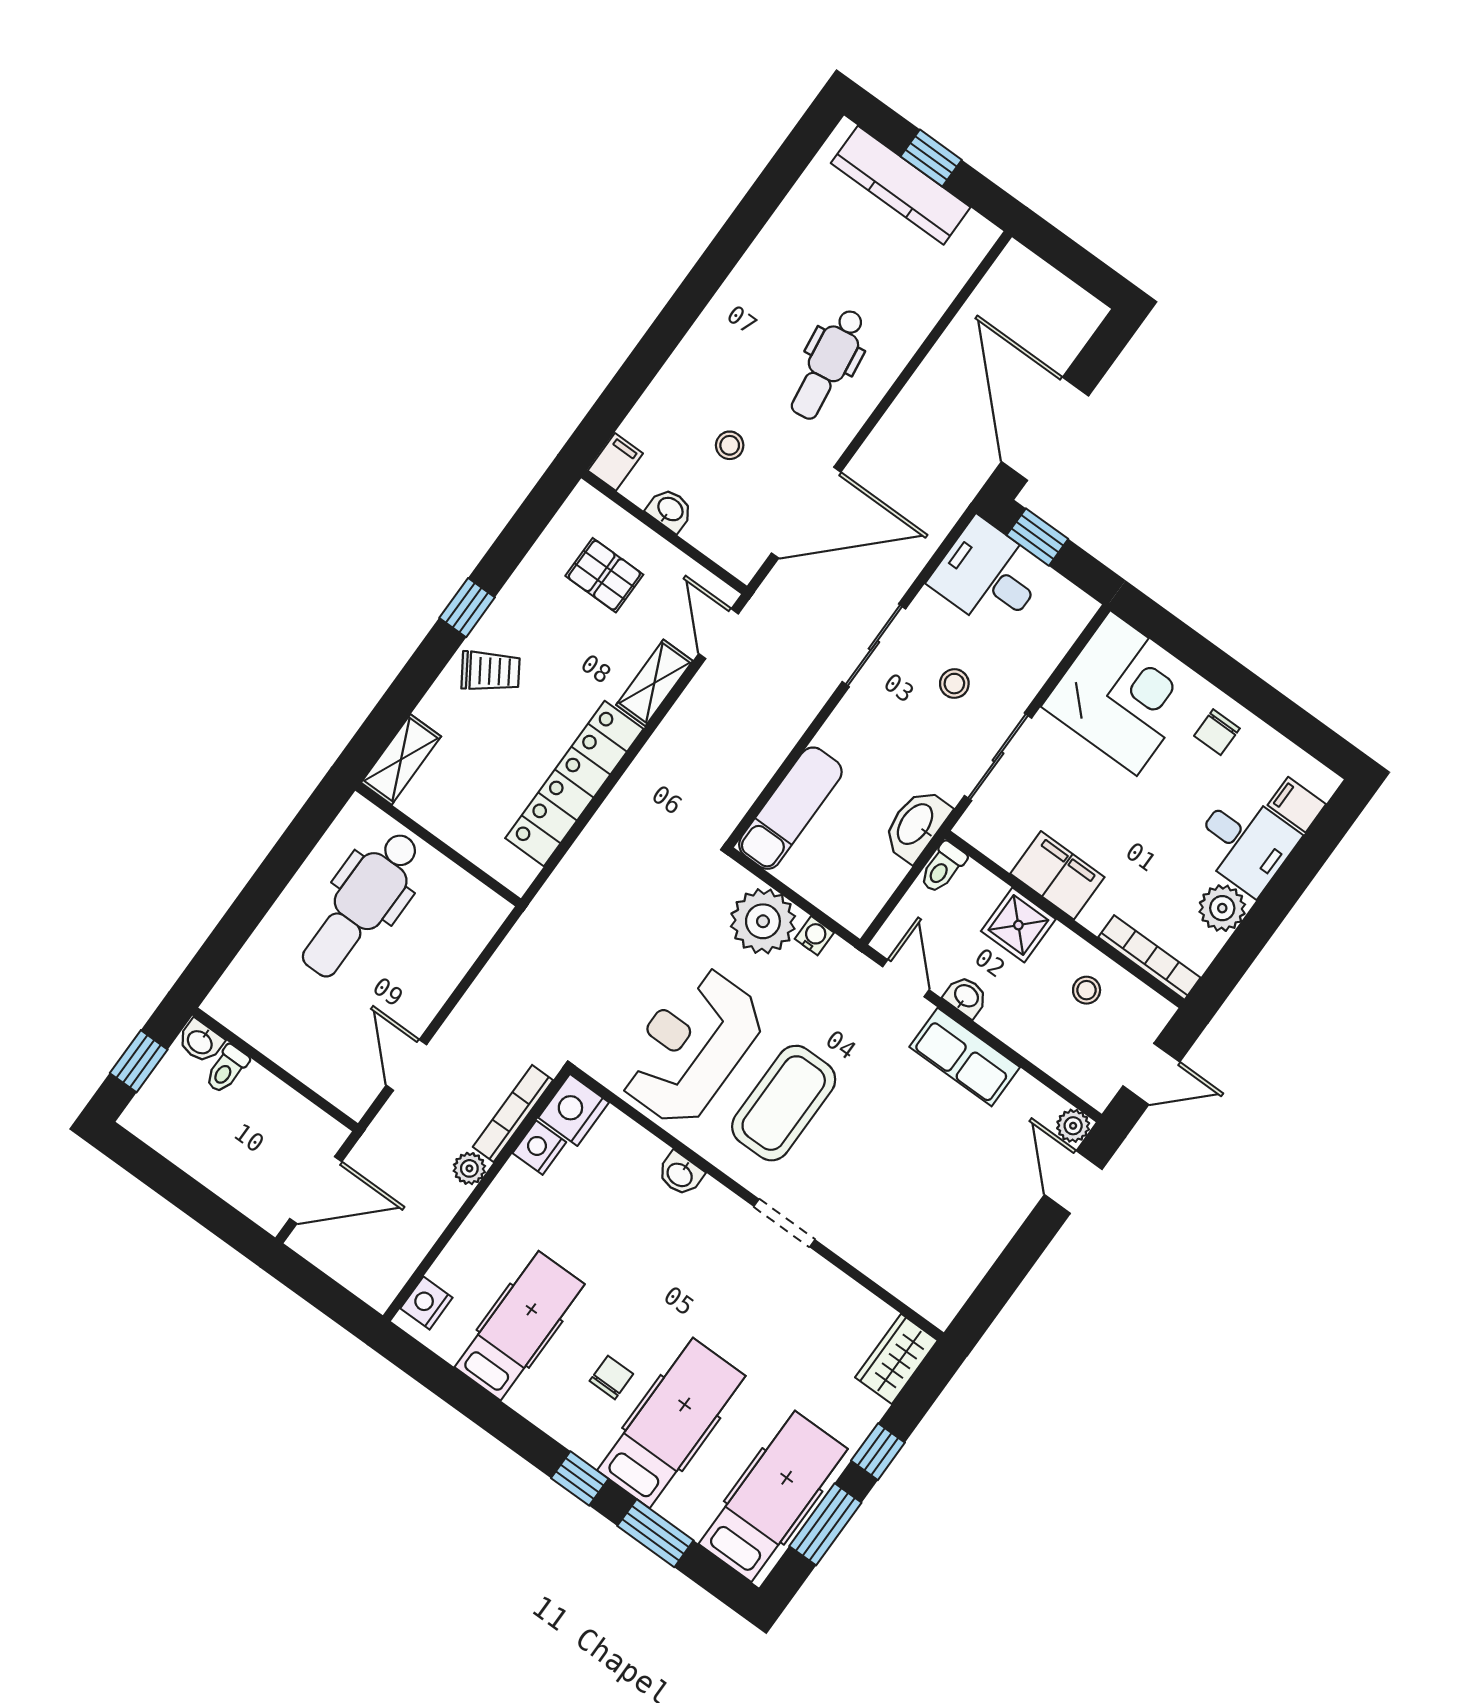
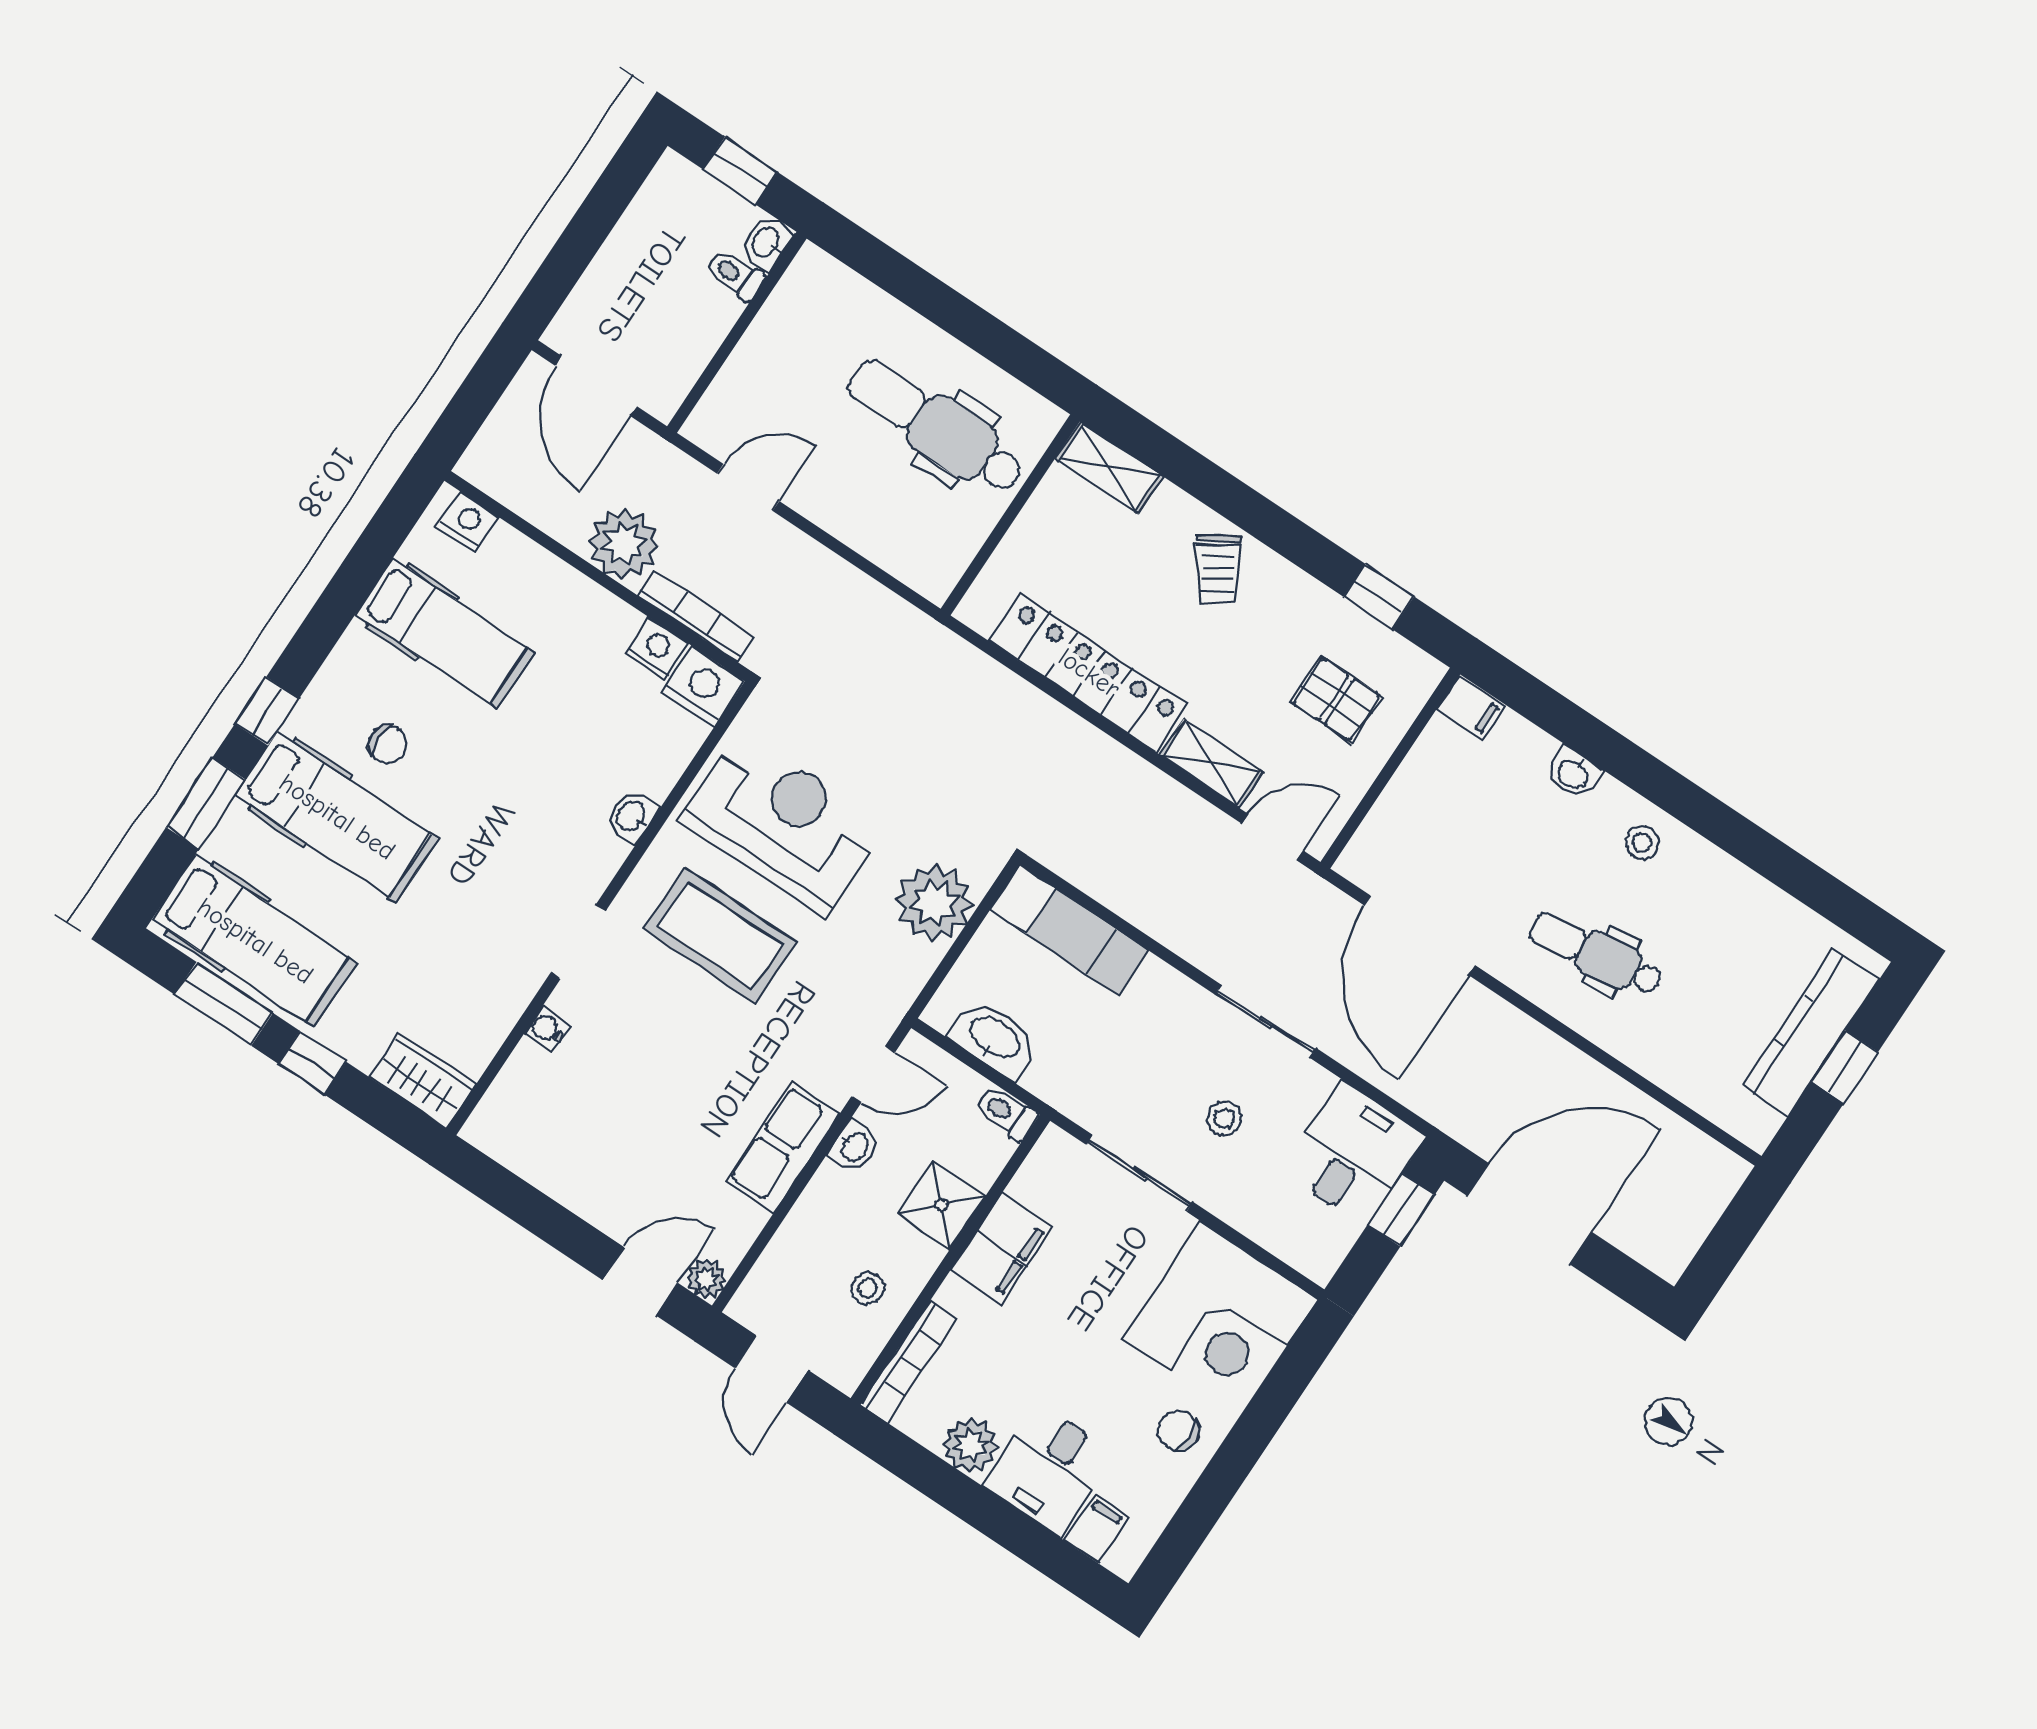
stool: (730, 445) -> (1642, 843), moved
washbasin: (670, 510) -> (1573, 773), moved, turned 90
pallet: (604, 575) -> (1336, 699), turned 90
window: (467, 608) -> (1379, 597), moved
washbasin: (916, 825) -> (994, 1039), moved
water cooler: (814, 936) -> (547, 1029), moved, turned 180
plant: (469, 1168) -> (624, 544), width x1.87, depth x1.87

